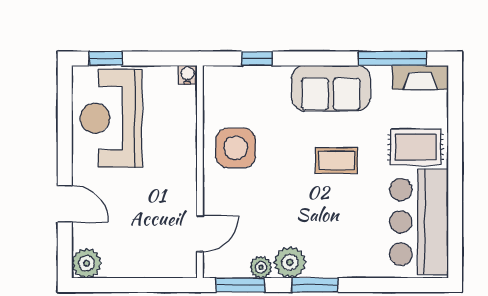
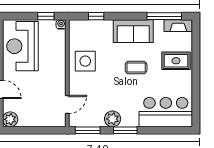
window: (106, 58) -> (46, 16), moved
bar counter: (419, 222) -> (166, 112), moved, turned 90
plant: (261, 267) -> (98, 121), removed

